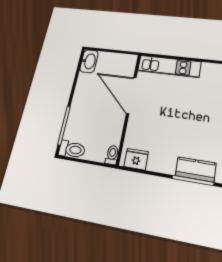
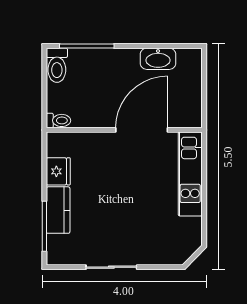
washbasin: (89, 61) -> (158, 59), moved
fridge: (136, 159) -> (58, 171), moved
kitchen counter: (196, 169) -> (58, 210), moved

